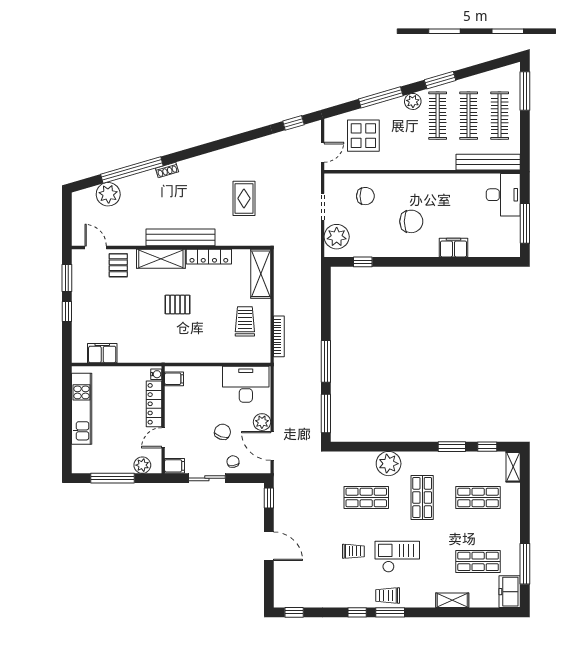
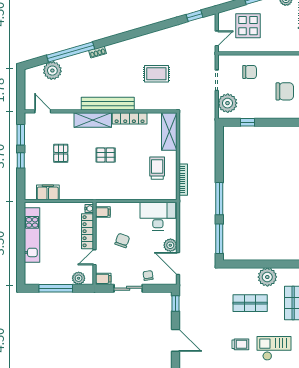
rug: (244, 198) -> (156, 74), turned 90
pallet: (118, 265) -> (61, 153), moved
chair: (222, 432) -> (122, 240), moved

